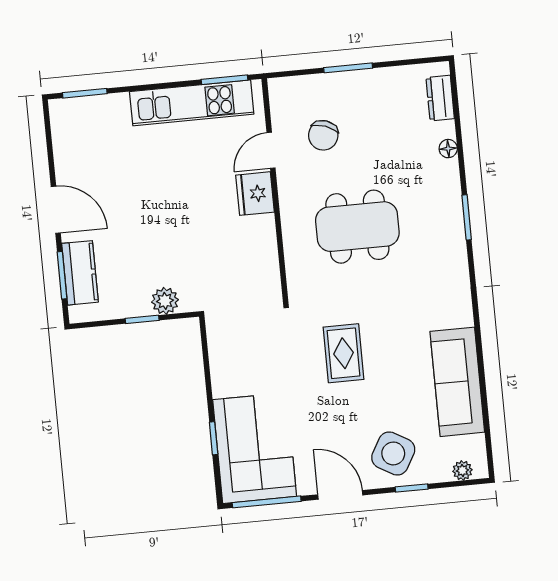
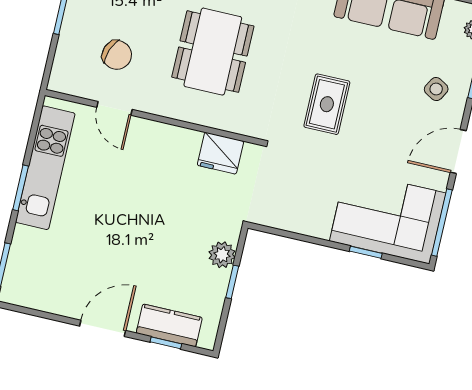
window: (224, 80) -> (21, 188), moved
fridge: (255, 194) -> (220, 153), moved
window: (62, 275) -> (166, 343), width x0.67
rug: (344, 353) -> (327, 104), turned 90
side table: (393, 453) -> (436, 89), width x0.54, depth x0.54

